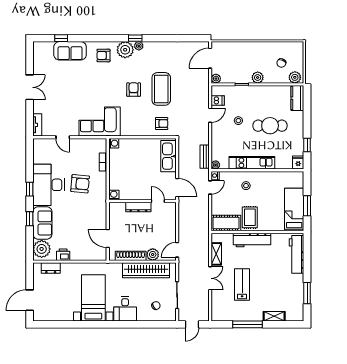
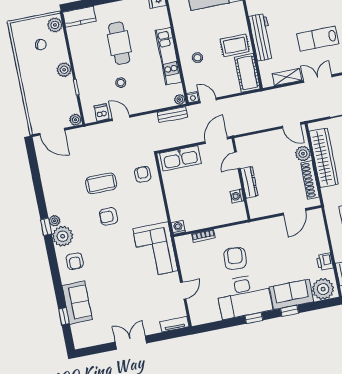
coffee table: (161, 89) -> (101, 183), width x0.73, depth x0.76
washing machine: (114, 195) -> (237, 196), moved

